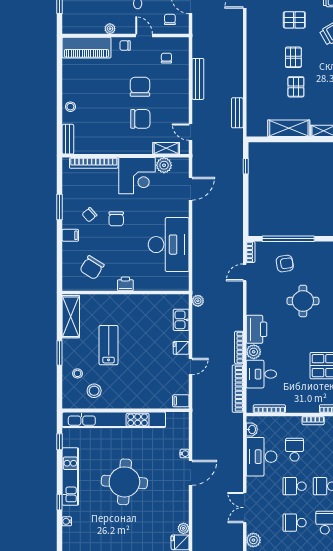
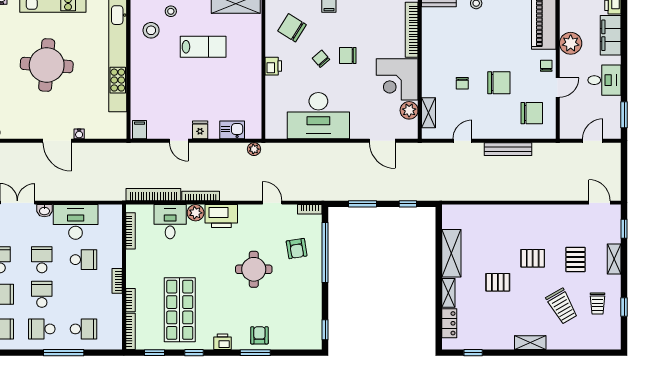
chair: (170, 19) -> (576, 117), removed
plant: (110, 29) -> (571, 43), width x1.87, depth x1.87
chair: (166, 58) -> (532, 113), width x1.87, depth x1.87
pallet: (296, 87) -> (498, 282), moved
bench: (237, 113) -> (469, 194), removed
chair: (140, 119) -> (462, 83), width x0.54, depth x0.54
door: (191, 132) -> (463, 141), moved
window: (246, 206) -> (363, 204), added
chair: (89, 215) -> (321, 59), moved
door: (245, 272) -> (272, 203), moved
washbasin: (252, 429) -> (44, 211), moved

